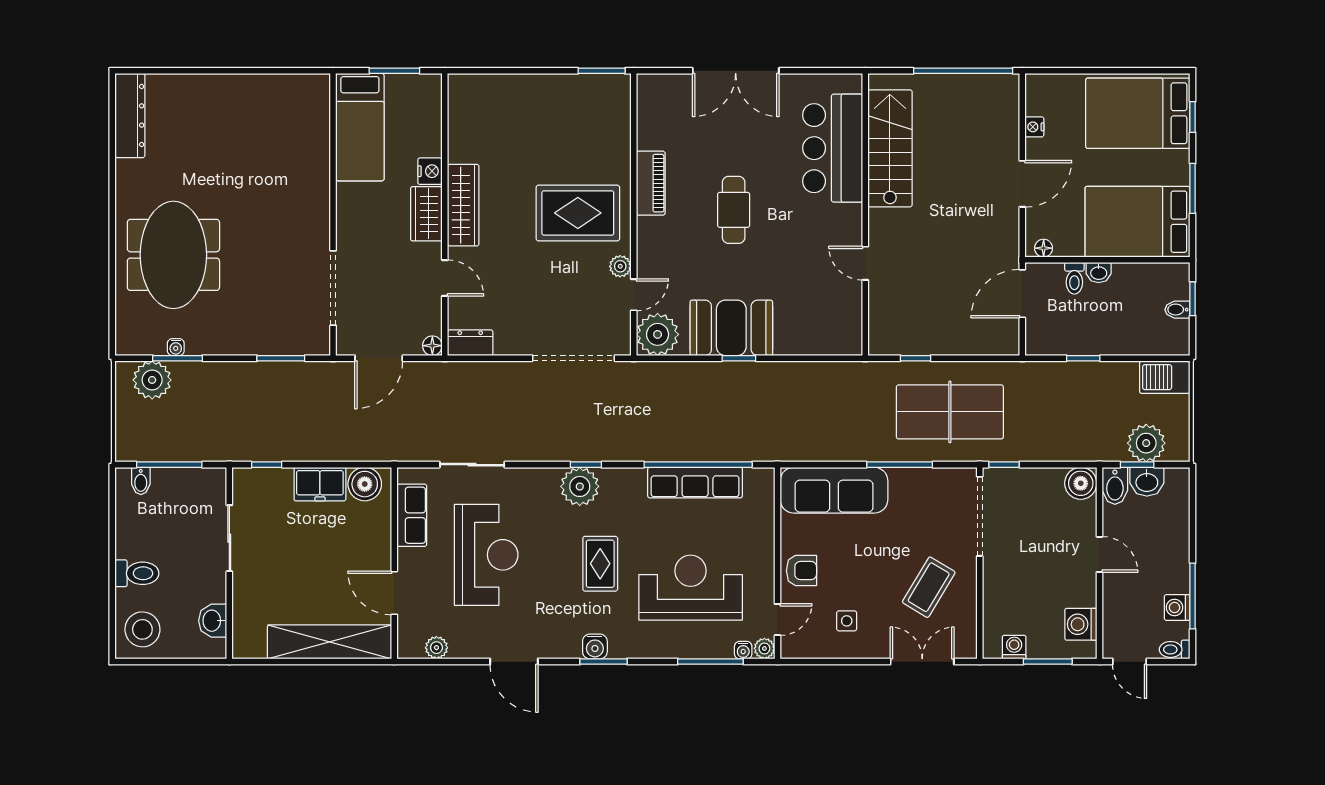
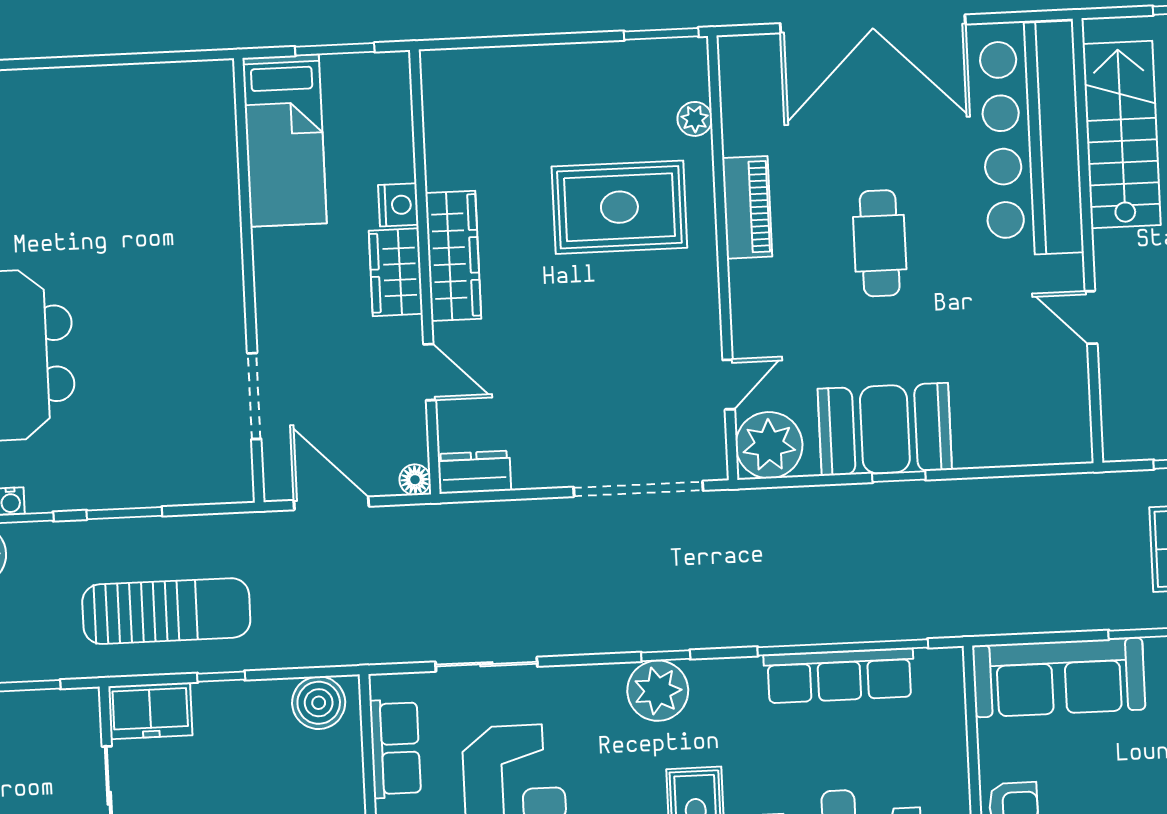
double door: (736, 71) -> (873, 24), width x1.36
bar counter: (833, 148) -> (1031, 139), width x1.36
rug: (578, 213) -> (619, 207), moved
plant: (620, 266) -> (695, 119), moved
doorway: (333, 288) -> (254, 396), width x0.73
window: (281, 358) -> (124, 513), moved
door: (379, 358) -> (331, 503), swing flipped
sun lounger: (271, 421) -> (166, 611), added
window: (267, 465) -> (221, 677), moved
freezer: (320, 484) -> (150, 711), moved

